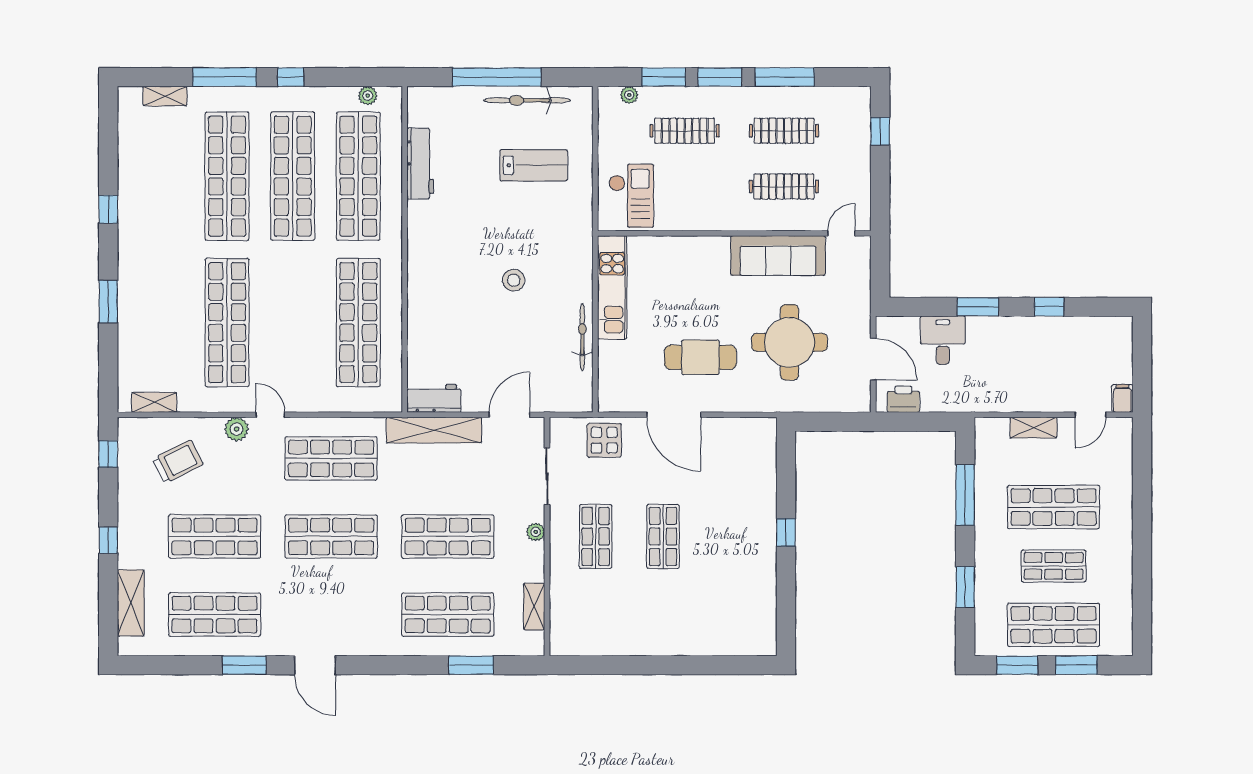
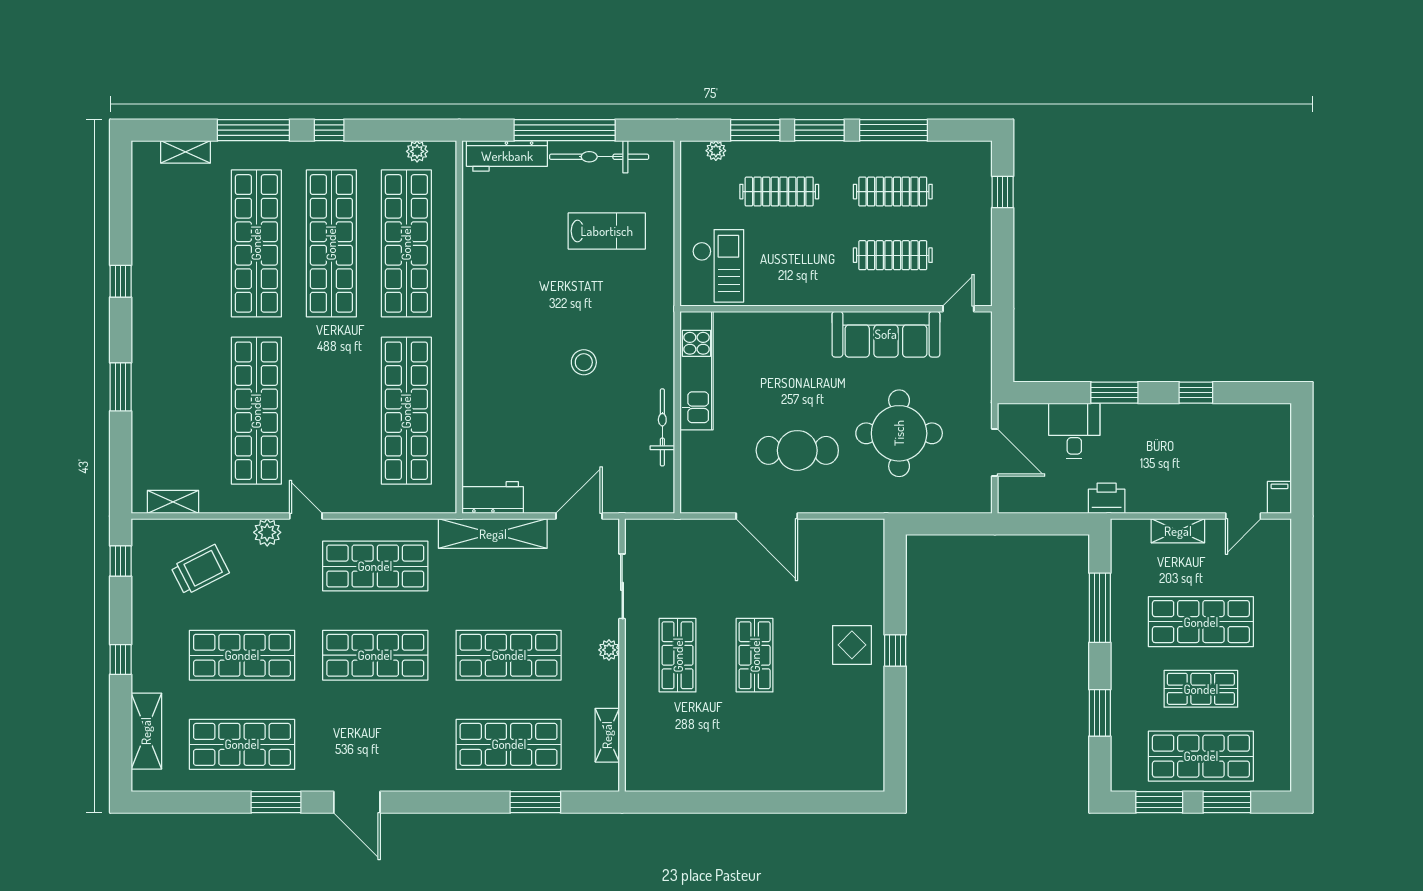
workbench: (420, 164) -> (507, 156), moved, turned 90
printer: (903, 399) -> (1107, 498), moved
display table: (604, 440) -> (852, 645), moved

